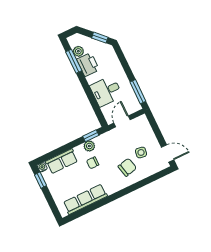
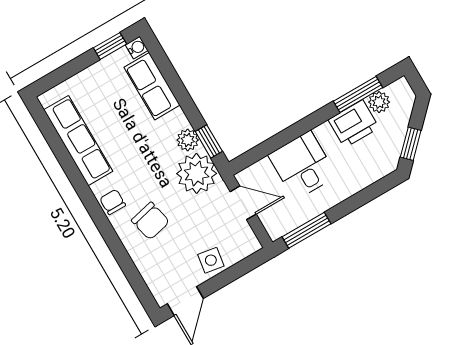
plant: (106, 143) -> (197, 173), added
side table: (141, 152) -> (211, 260), moved
chair: (93, 163) -> (113, 202), moved

